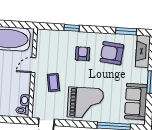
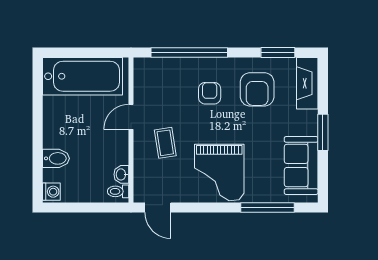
window: (72, 28) -> (189, 52), width x3.17
armchair: (112, 53) -> (257, 89), turned -96
grand piano: (85, 103) -> (219, 173), turned 90

